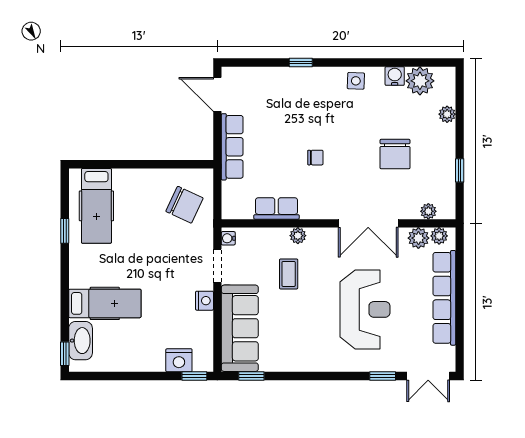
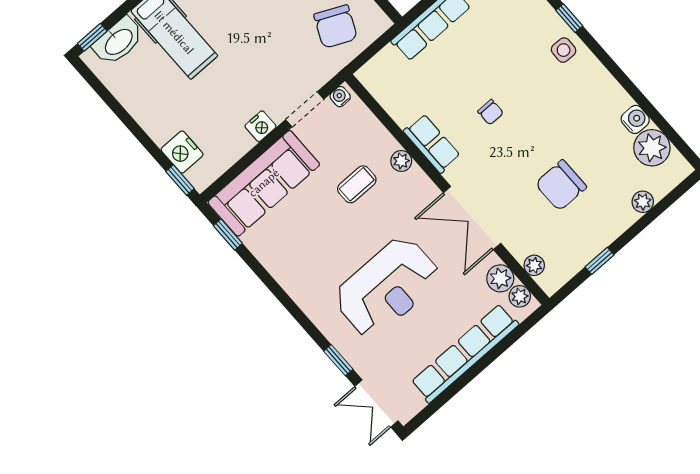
side table: (356, 81) -> (564, 50), moved
row of seats: (277, 208) -> (432, 144), moved

